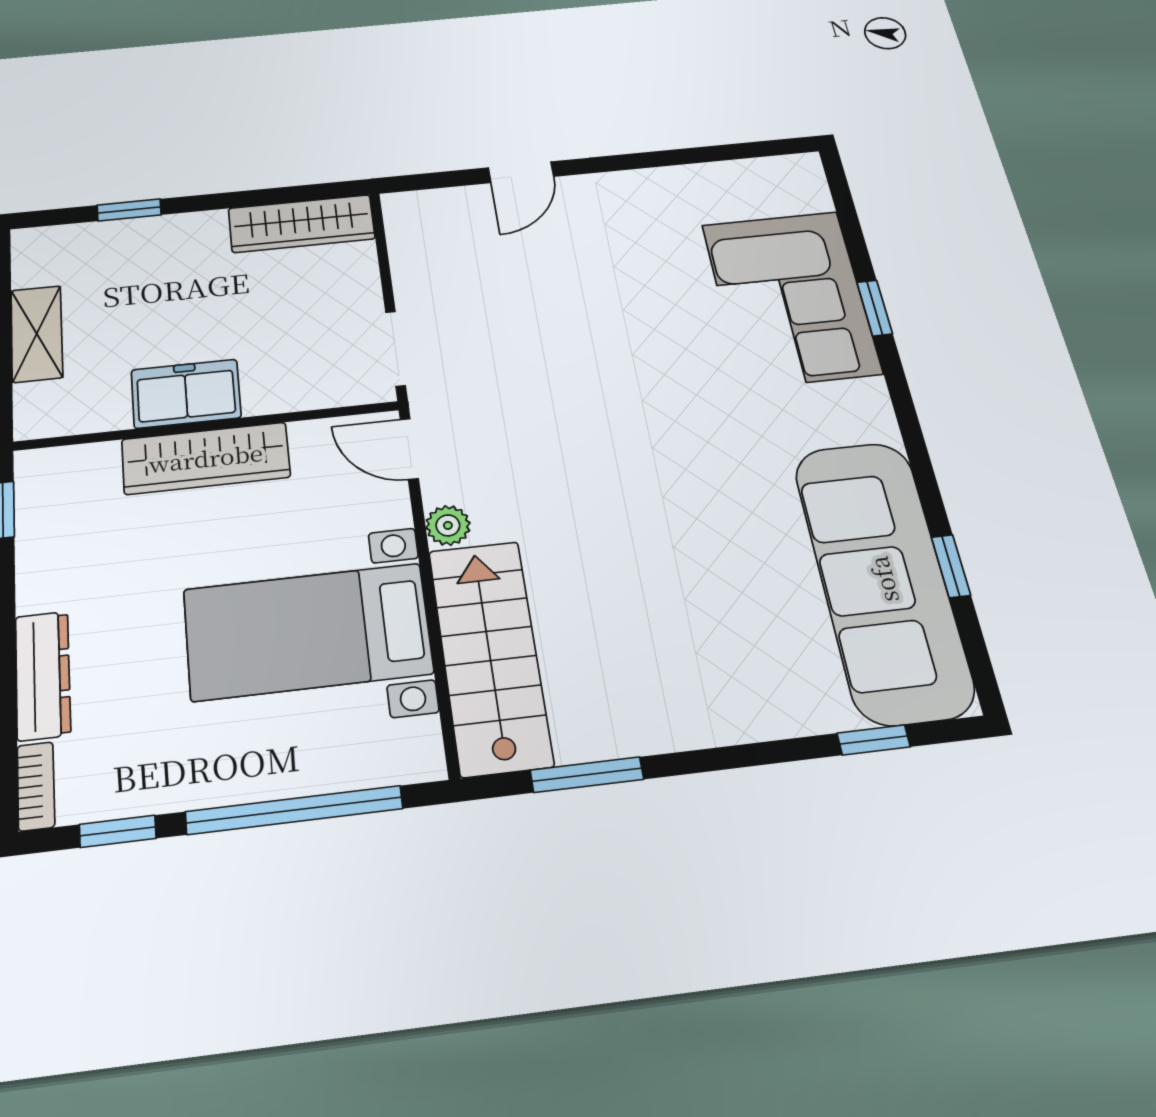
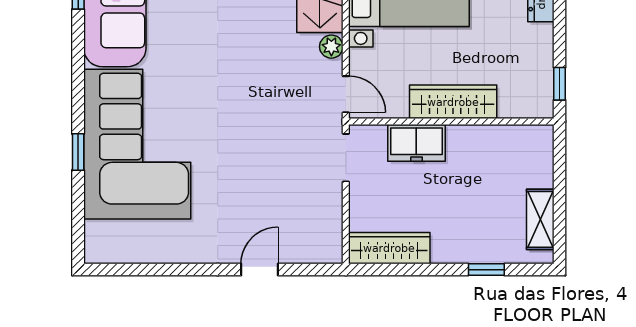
corner sofa: (791, 298) -> (137, 144), width x1.36, depth x1.36
shelving: (37, 334) -> (540, 219), moved
freezer: (186, 394) -> (416, 143), moved

